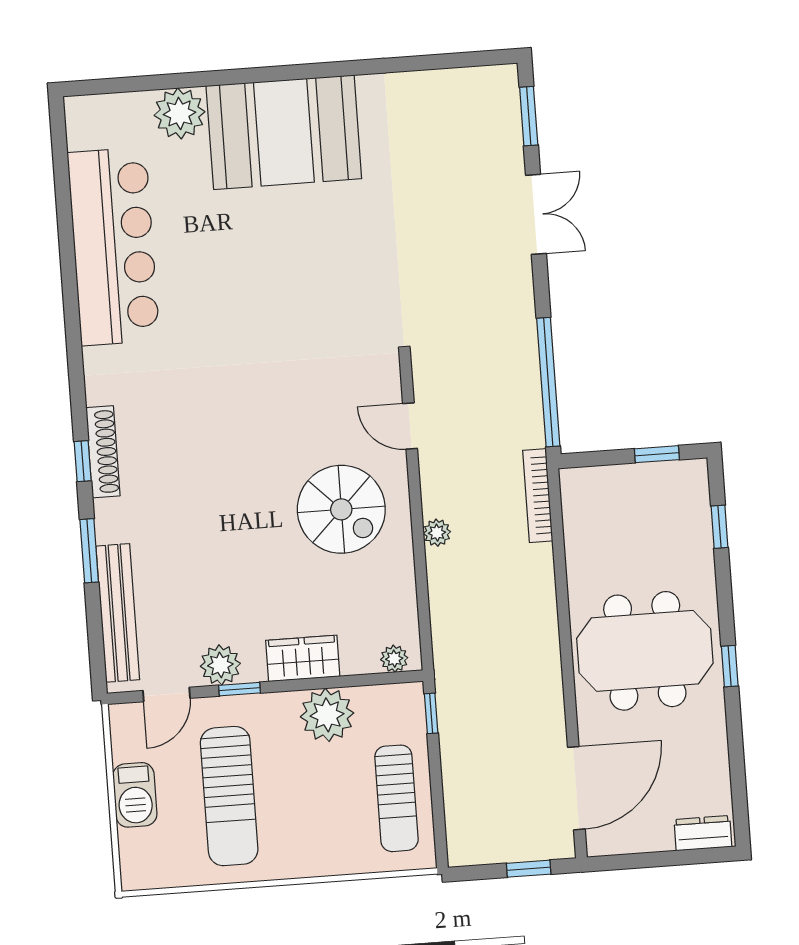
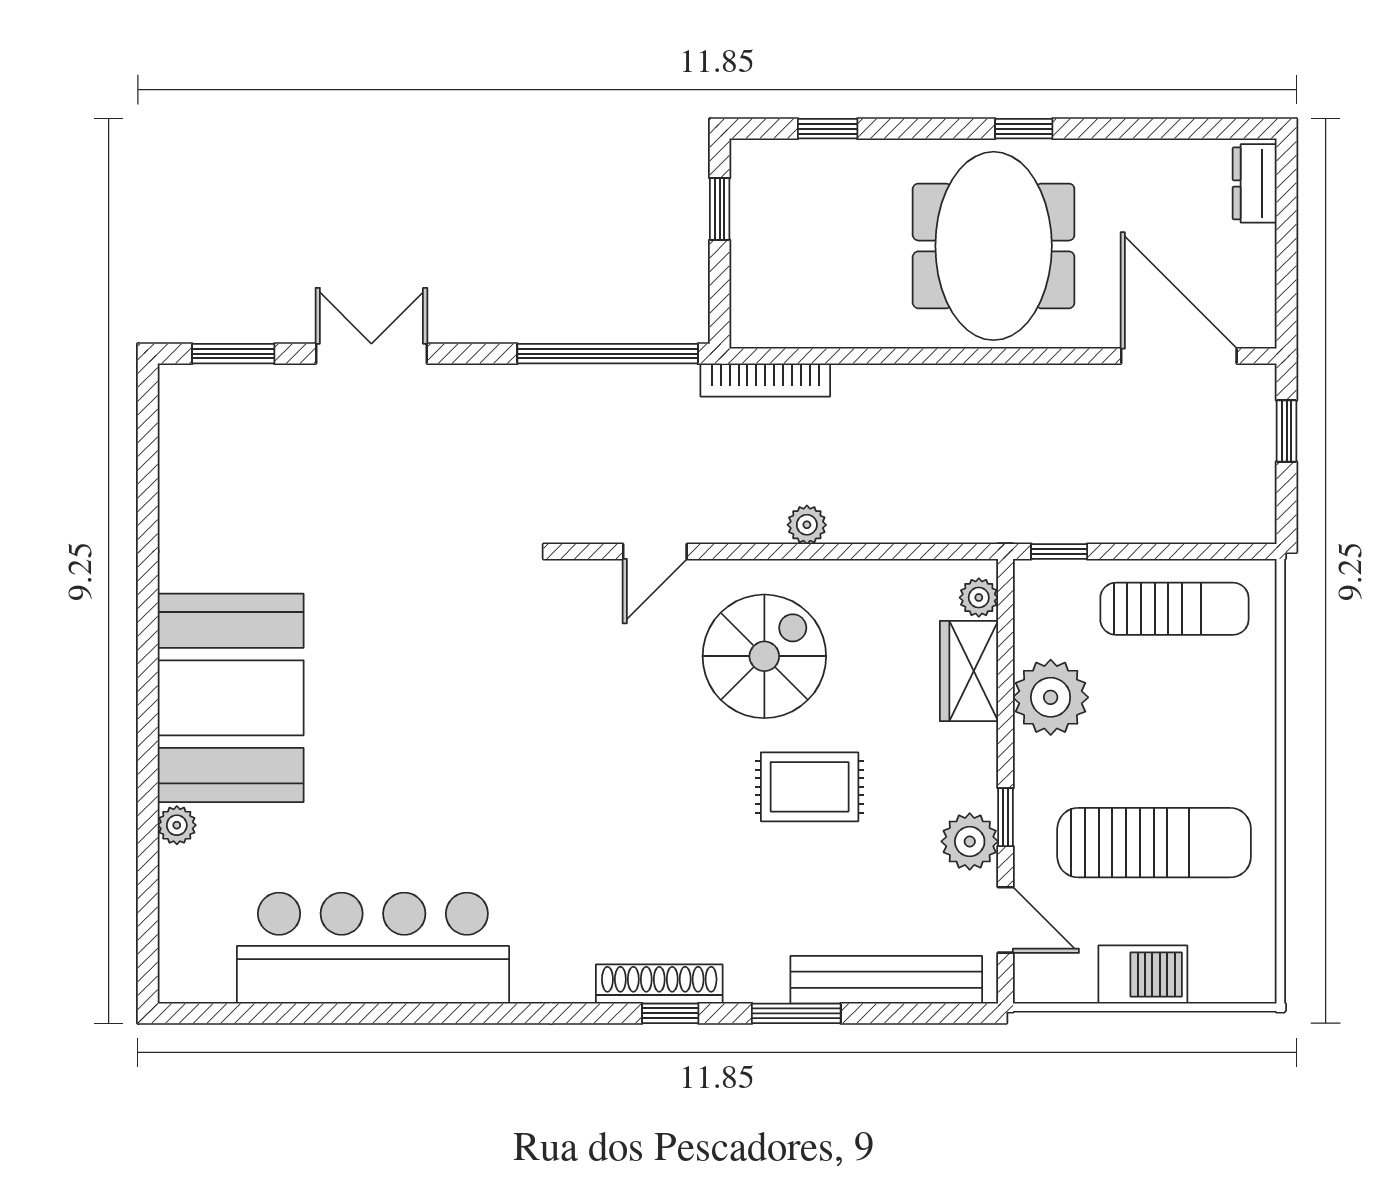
plant: (179, 113) -> (177, 825), width x0.53, depth x0.53
rug: (251, 548) -> (810, 787), added
wardrobe: (303, 658) -> (969, 671), moved

